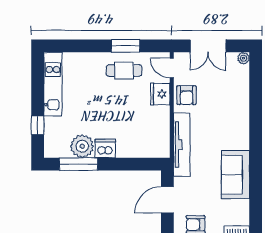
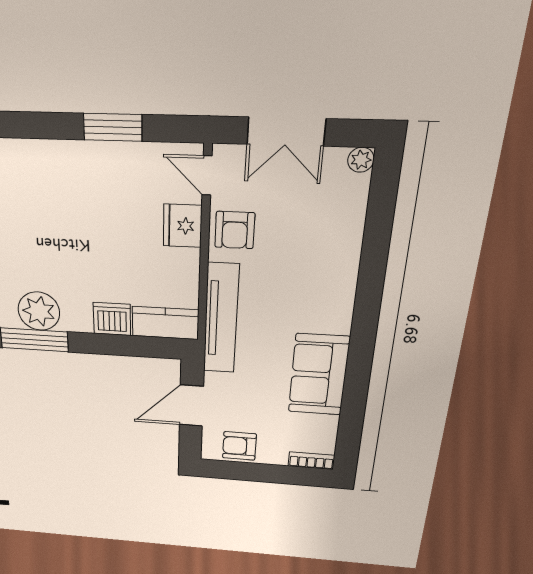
cafe table: (124, 71) -> (111, 177), removed
dishwasher: (105, 148) -> (112, 319), moved
kitchen counter: (152, 149) -> (165, 323), added

